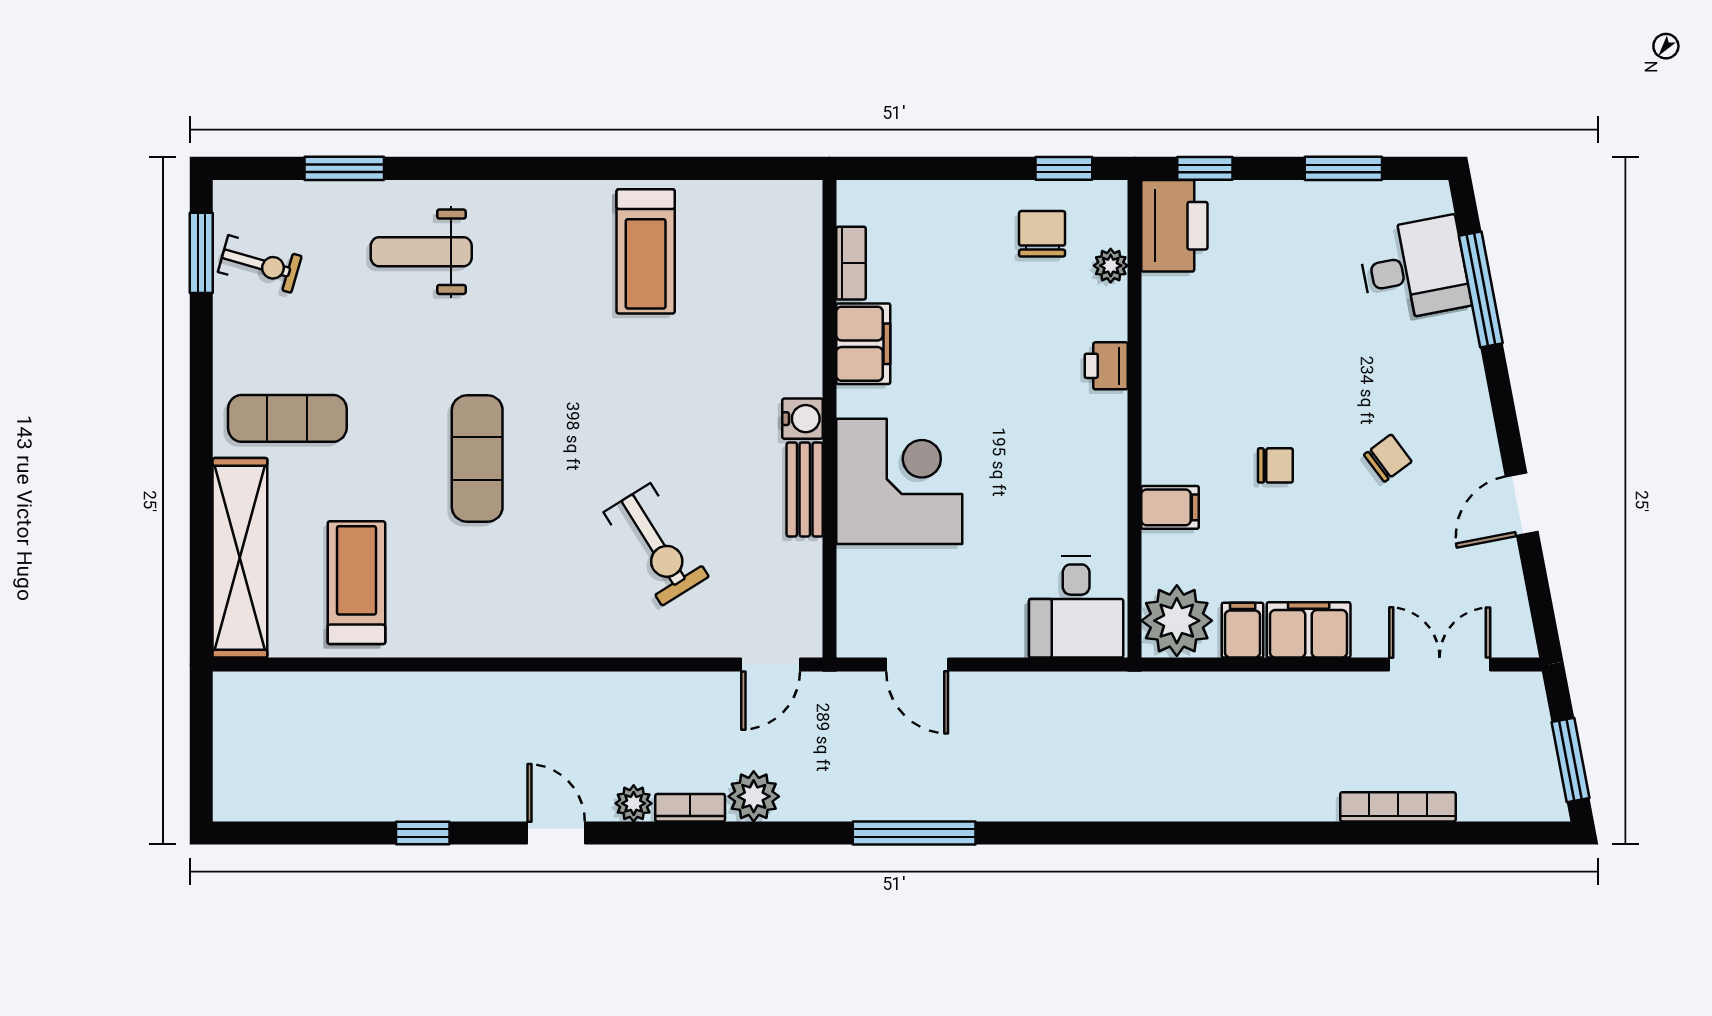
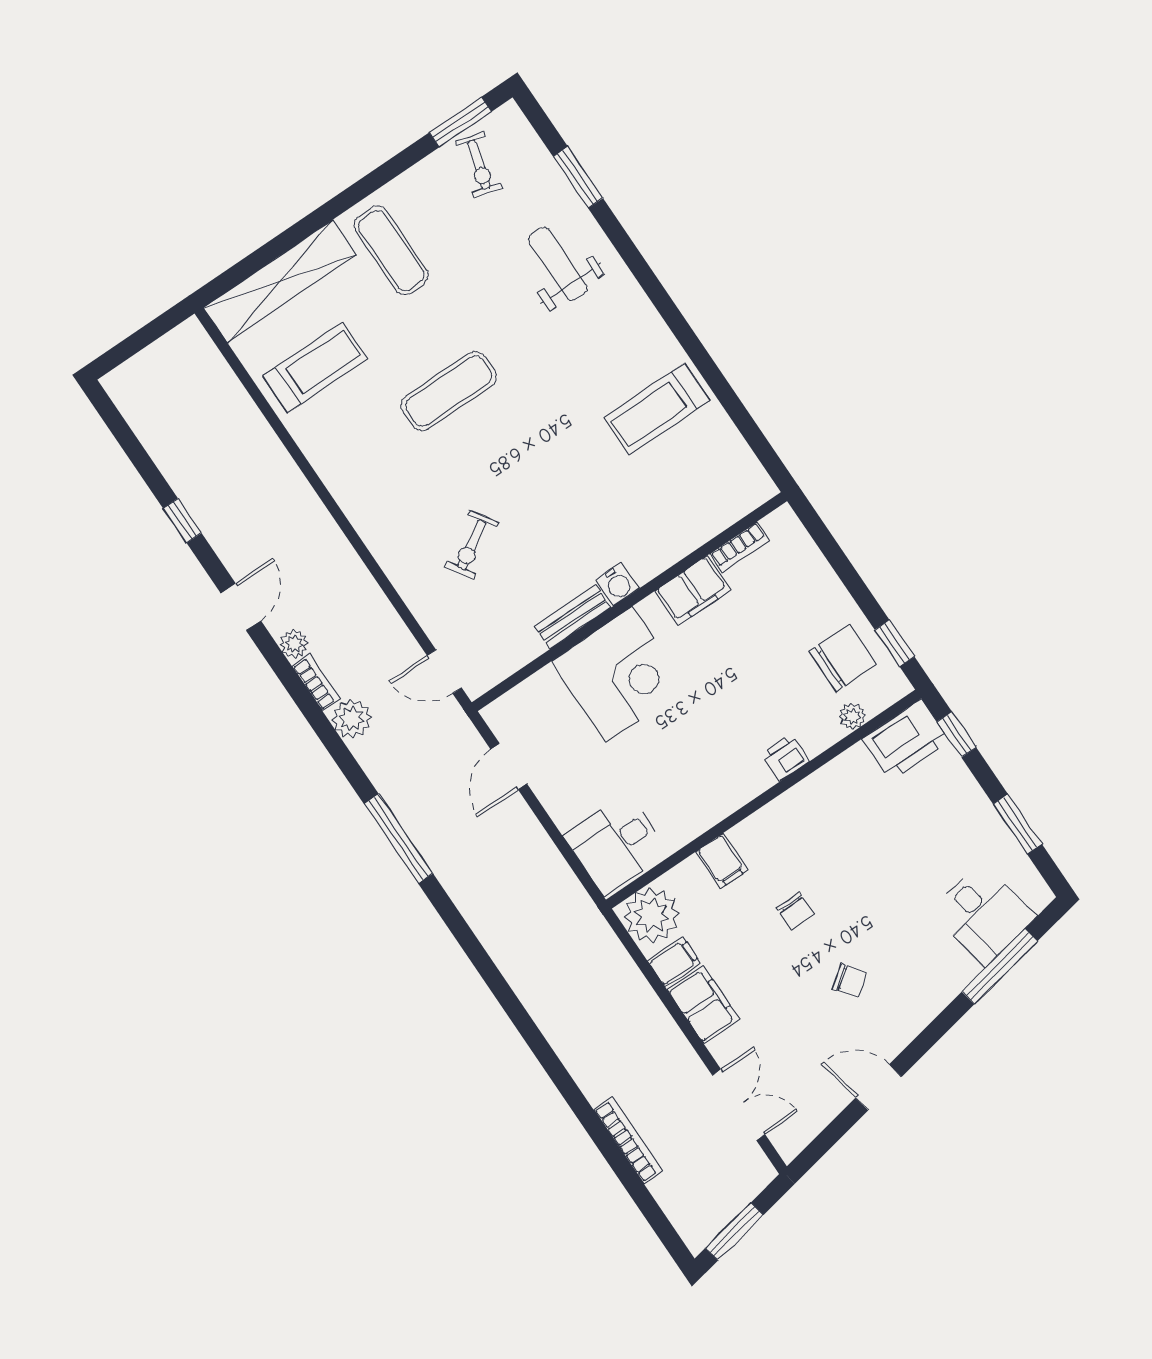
chair: (1042, 234) -> (843, 658), width x1.37, depth x1.37
exercise bike: (656, 544) -> (472, 545), width x0.73, depth x0.72

